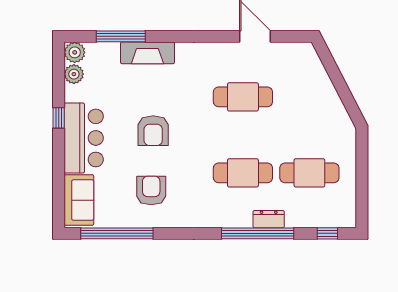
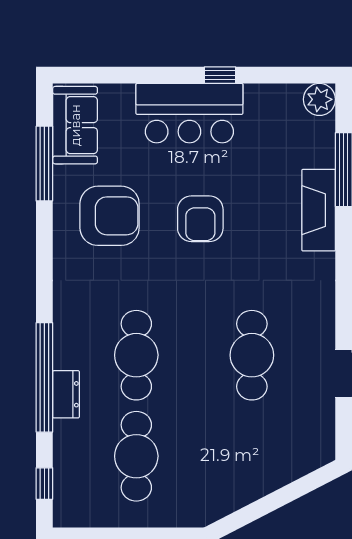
plant: (74, 74) -> (286, 98), removed
armchair: (153, 131) -> (200, 219), turned -90
armchair: (151, 190) -> (110, 216), width x1.36, depth x1.36
sofa: (79, 200) -> (75, 125), moved, turned -90
window: (117, 233) -> (44, 164), width x0.68

